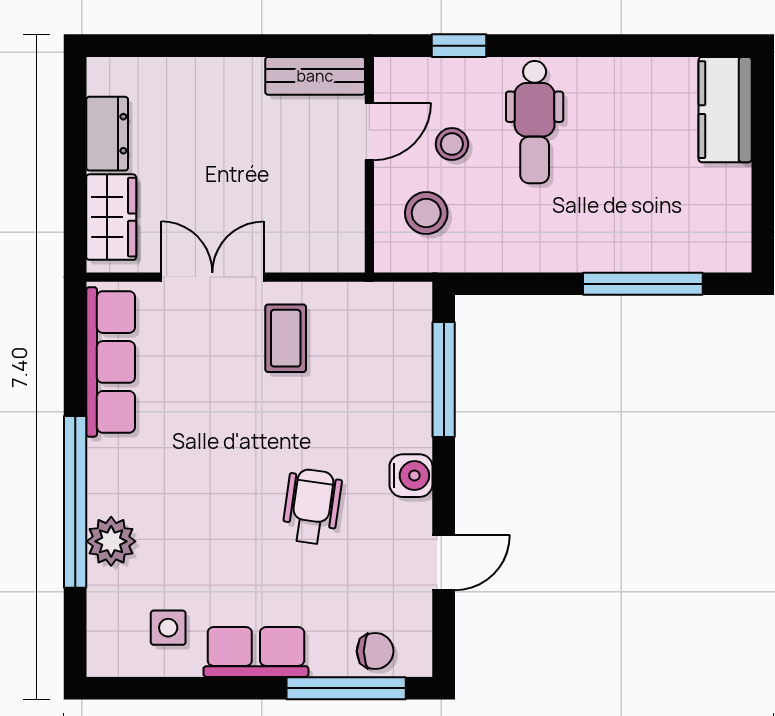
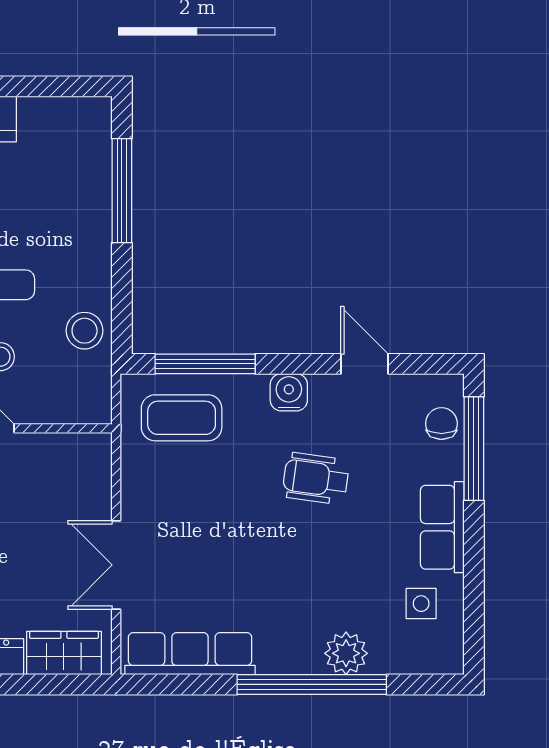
stool: (426, 213) -> (85, 331), moved
coffee table: (286, 338) -> (182, 418), moved, width x1.36, depth x1.30

